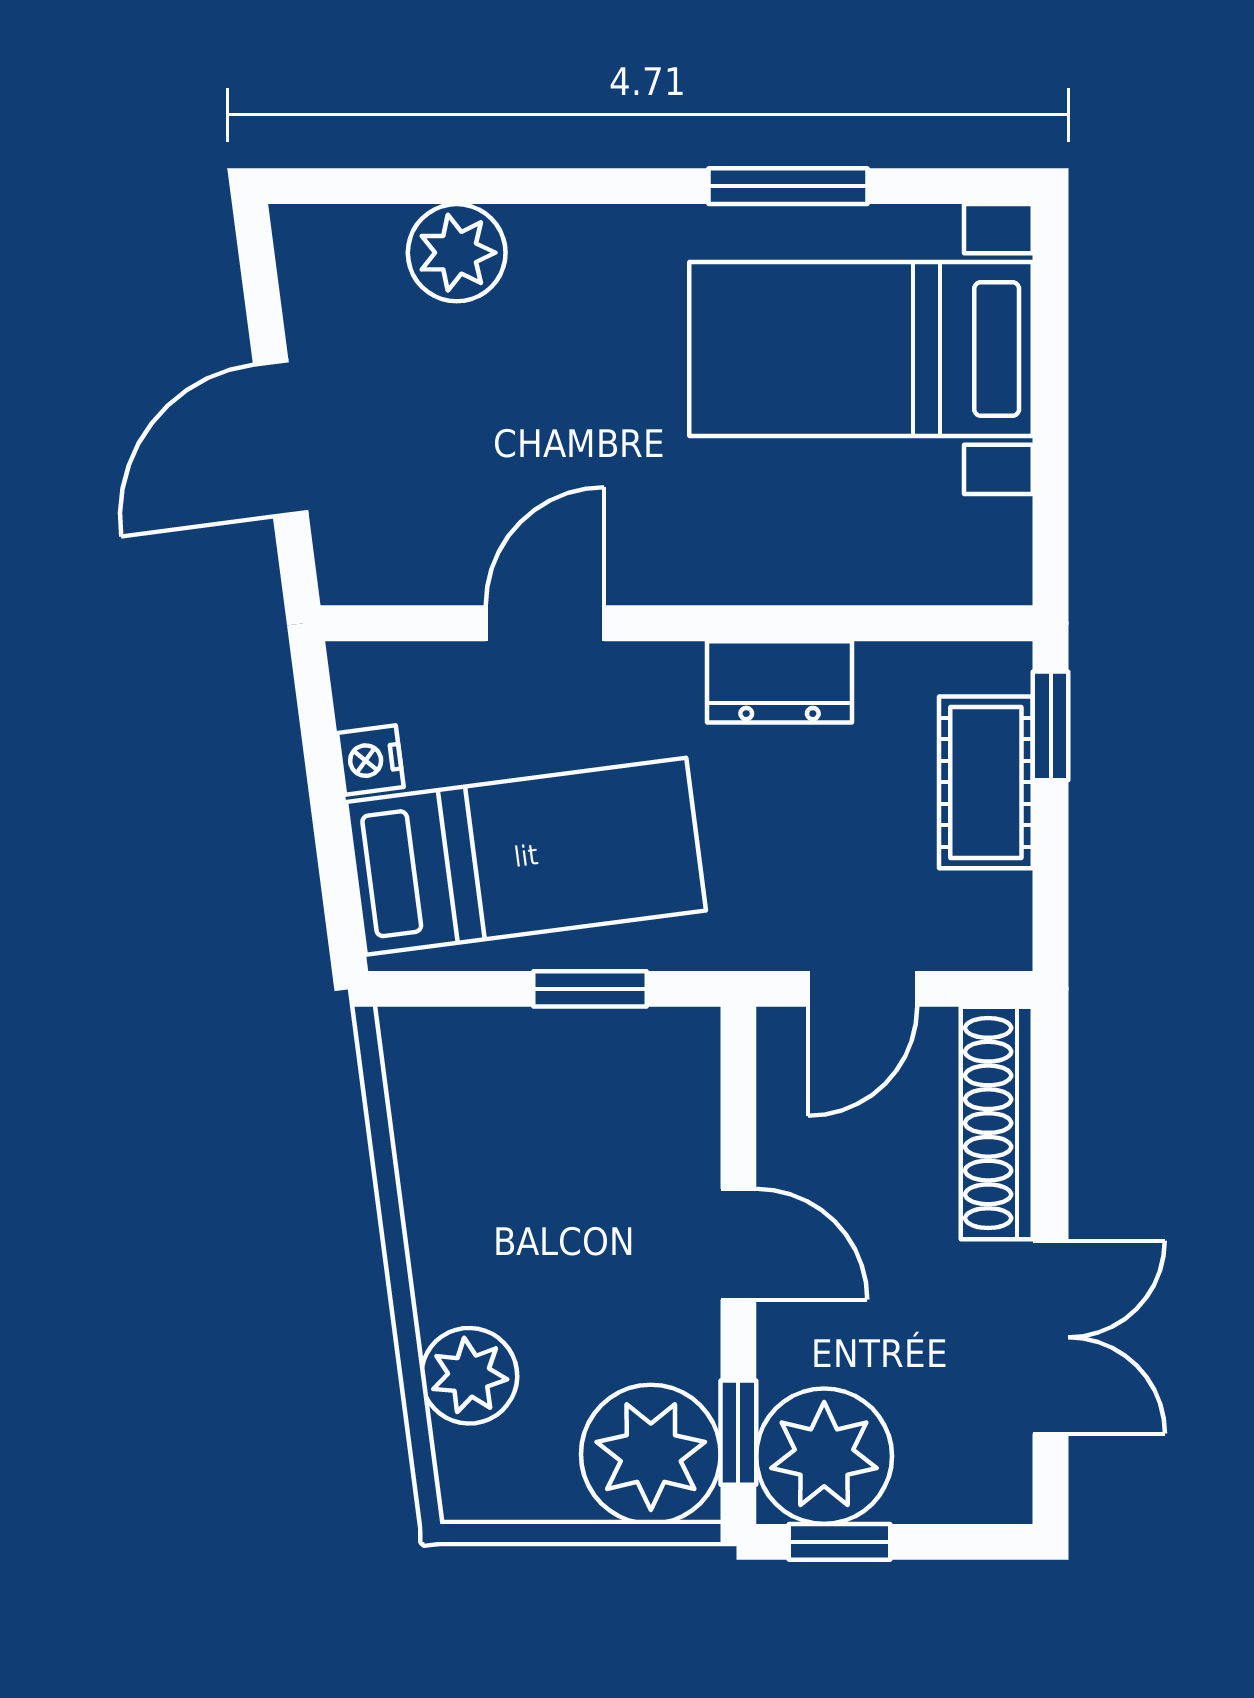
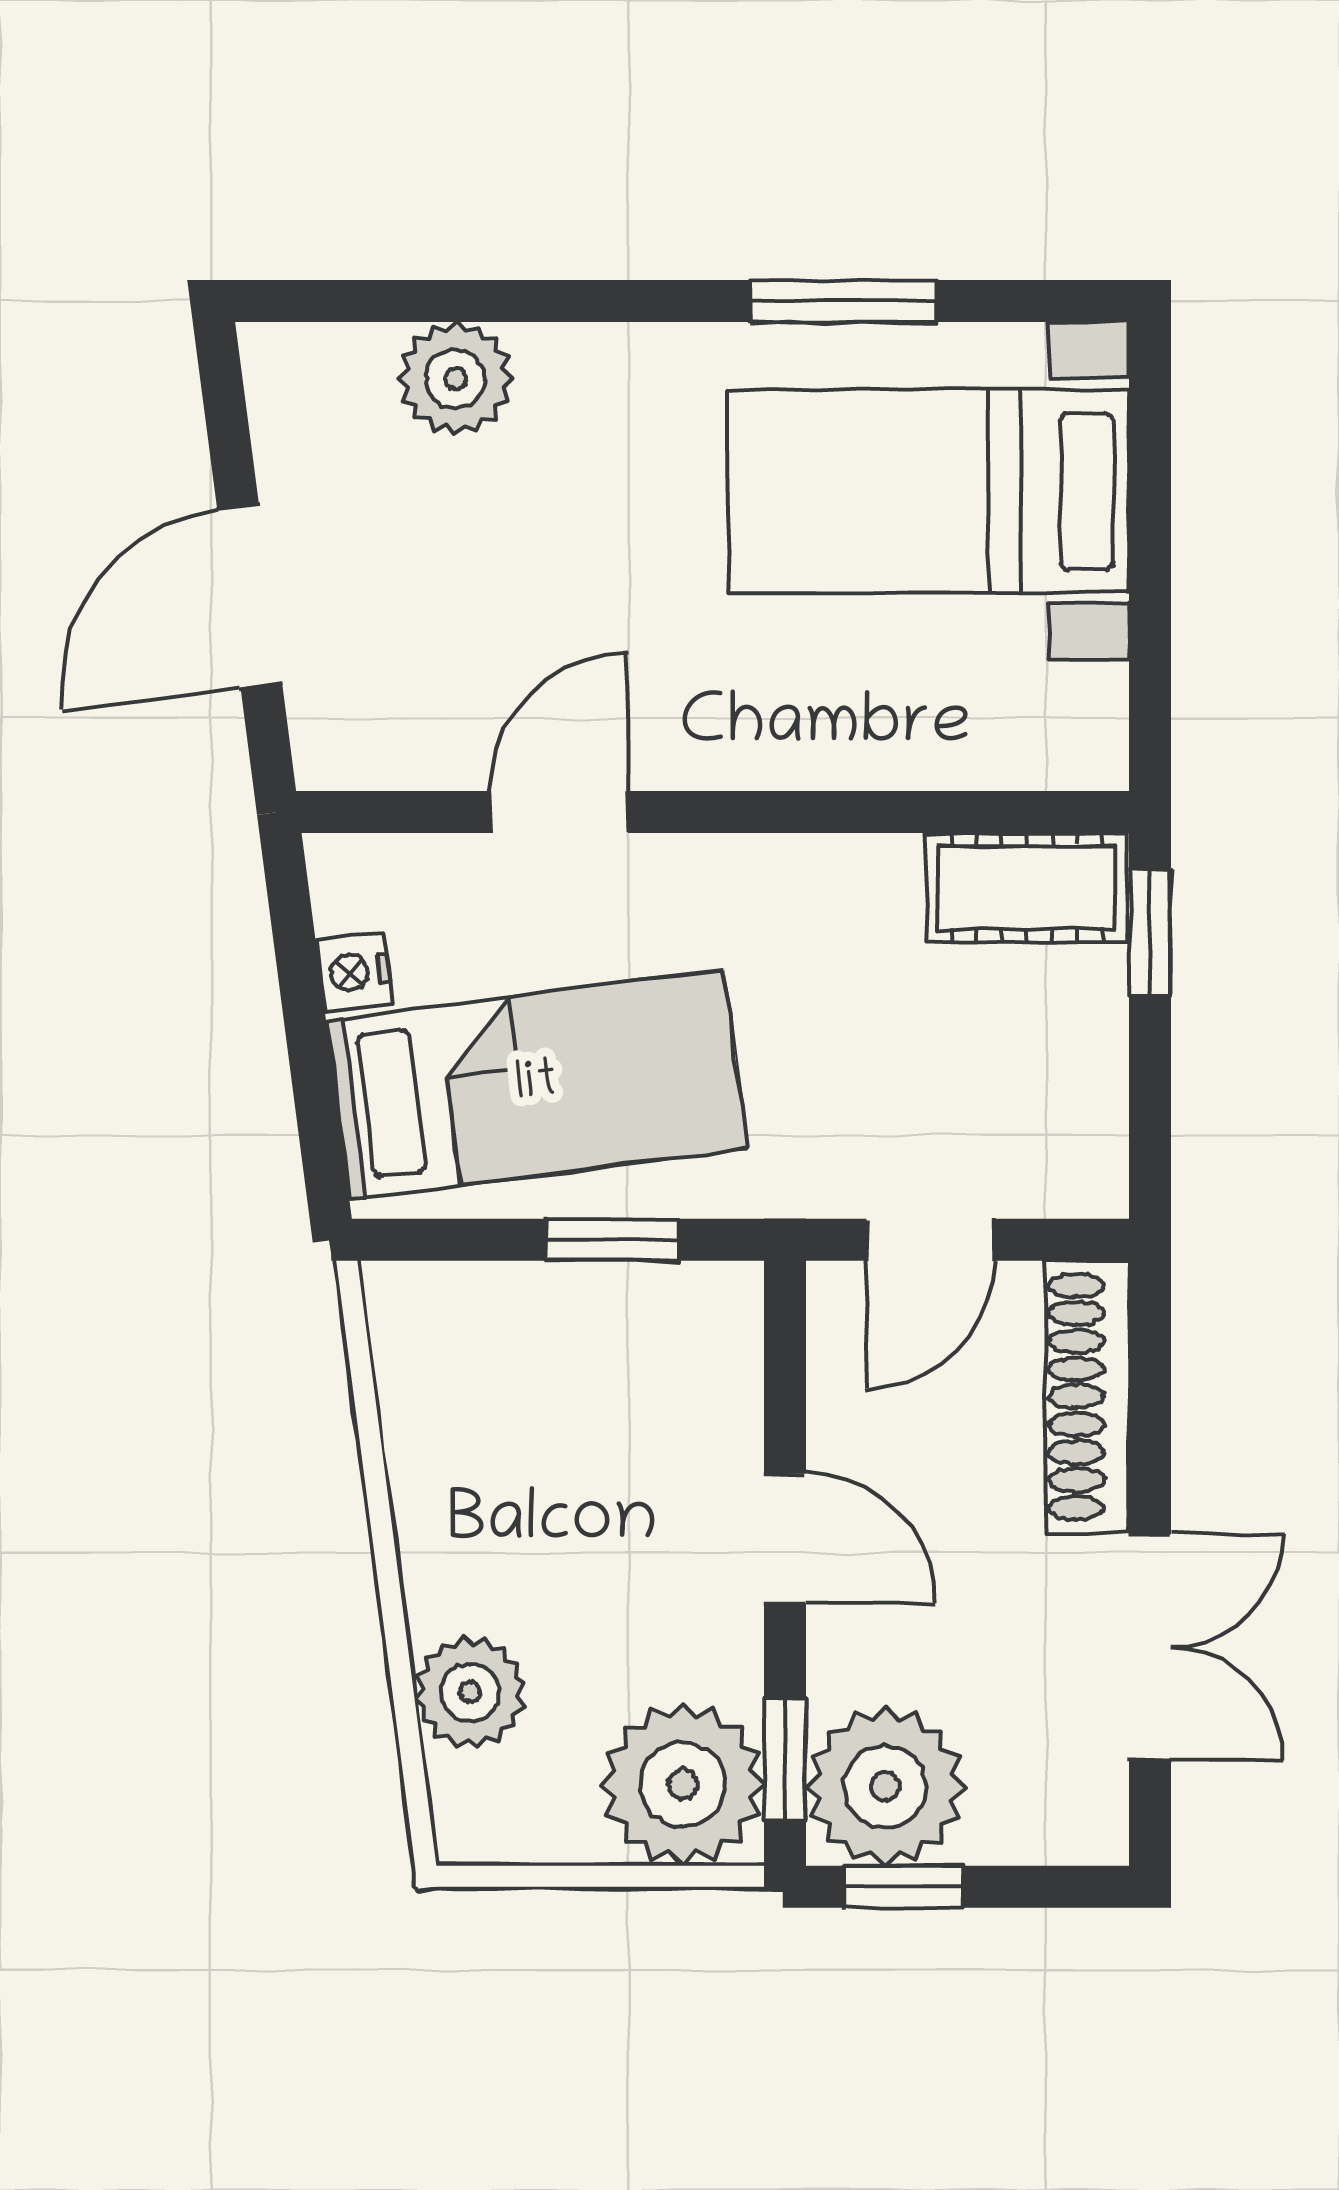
dresser: (780, 682) -> (833, 881), removed
cot: (986, 782) -> (1027, 888), moved, turned 90

